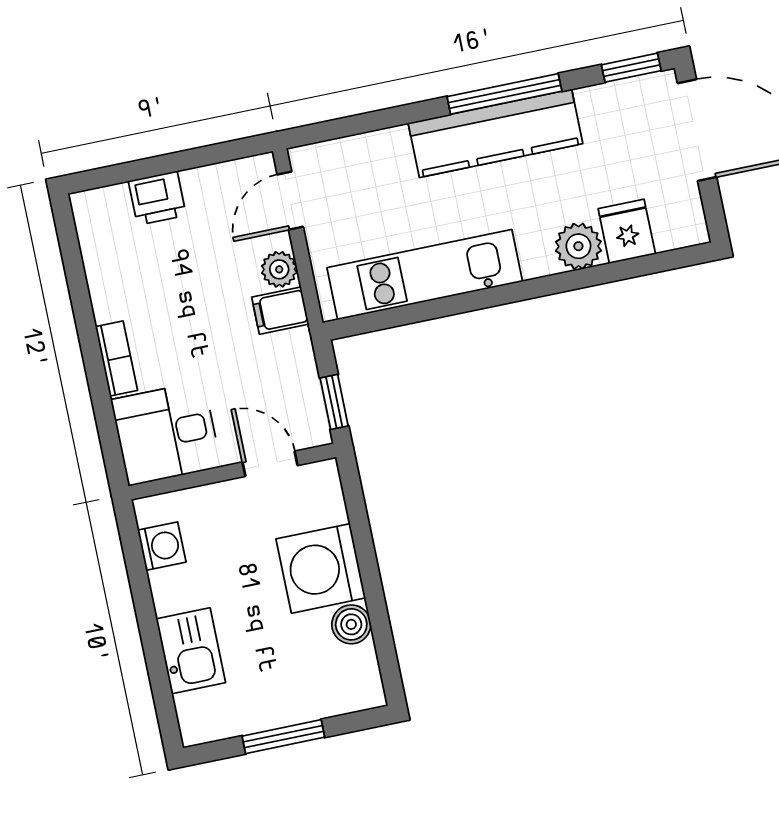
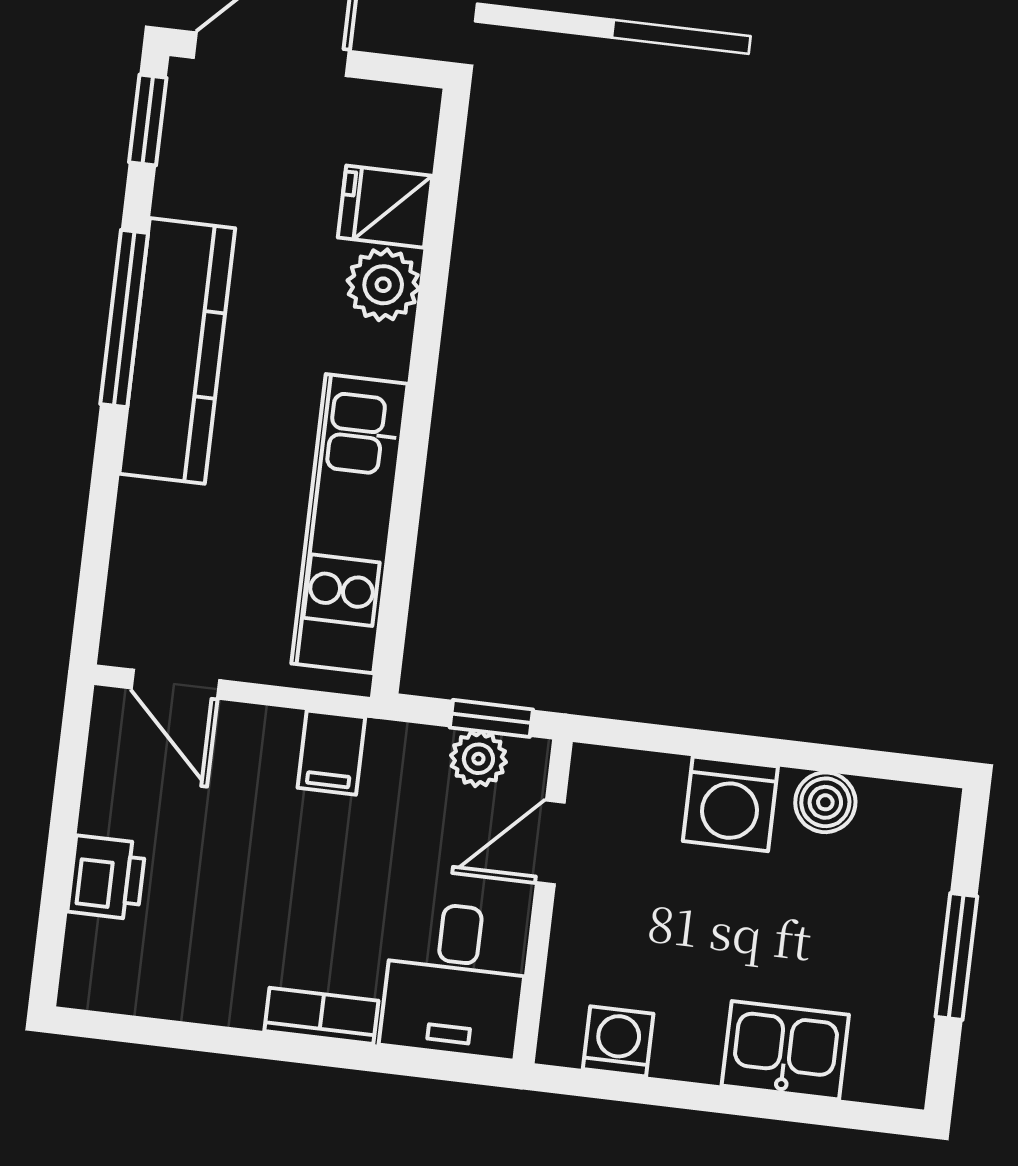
plant: (279, 269) -> (478, 759), moved
washing machine: (321, 568) -> (730, 804), width x0.73, depth x0.73

